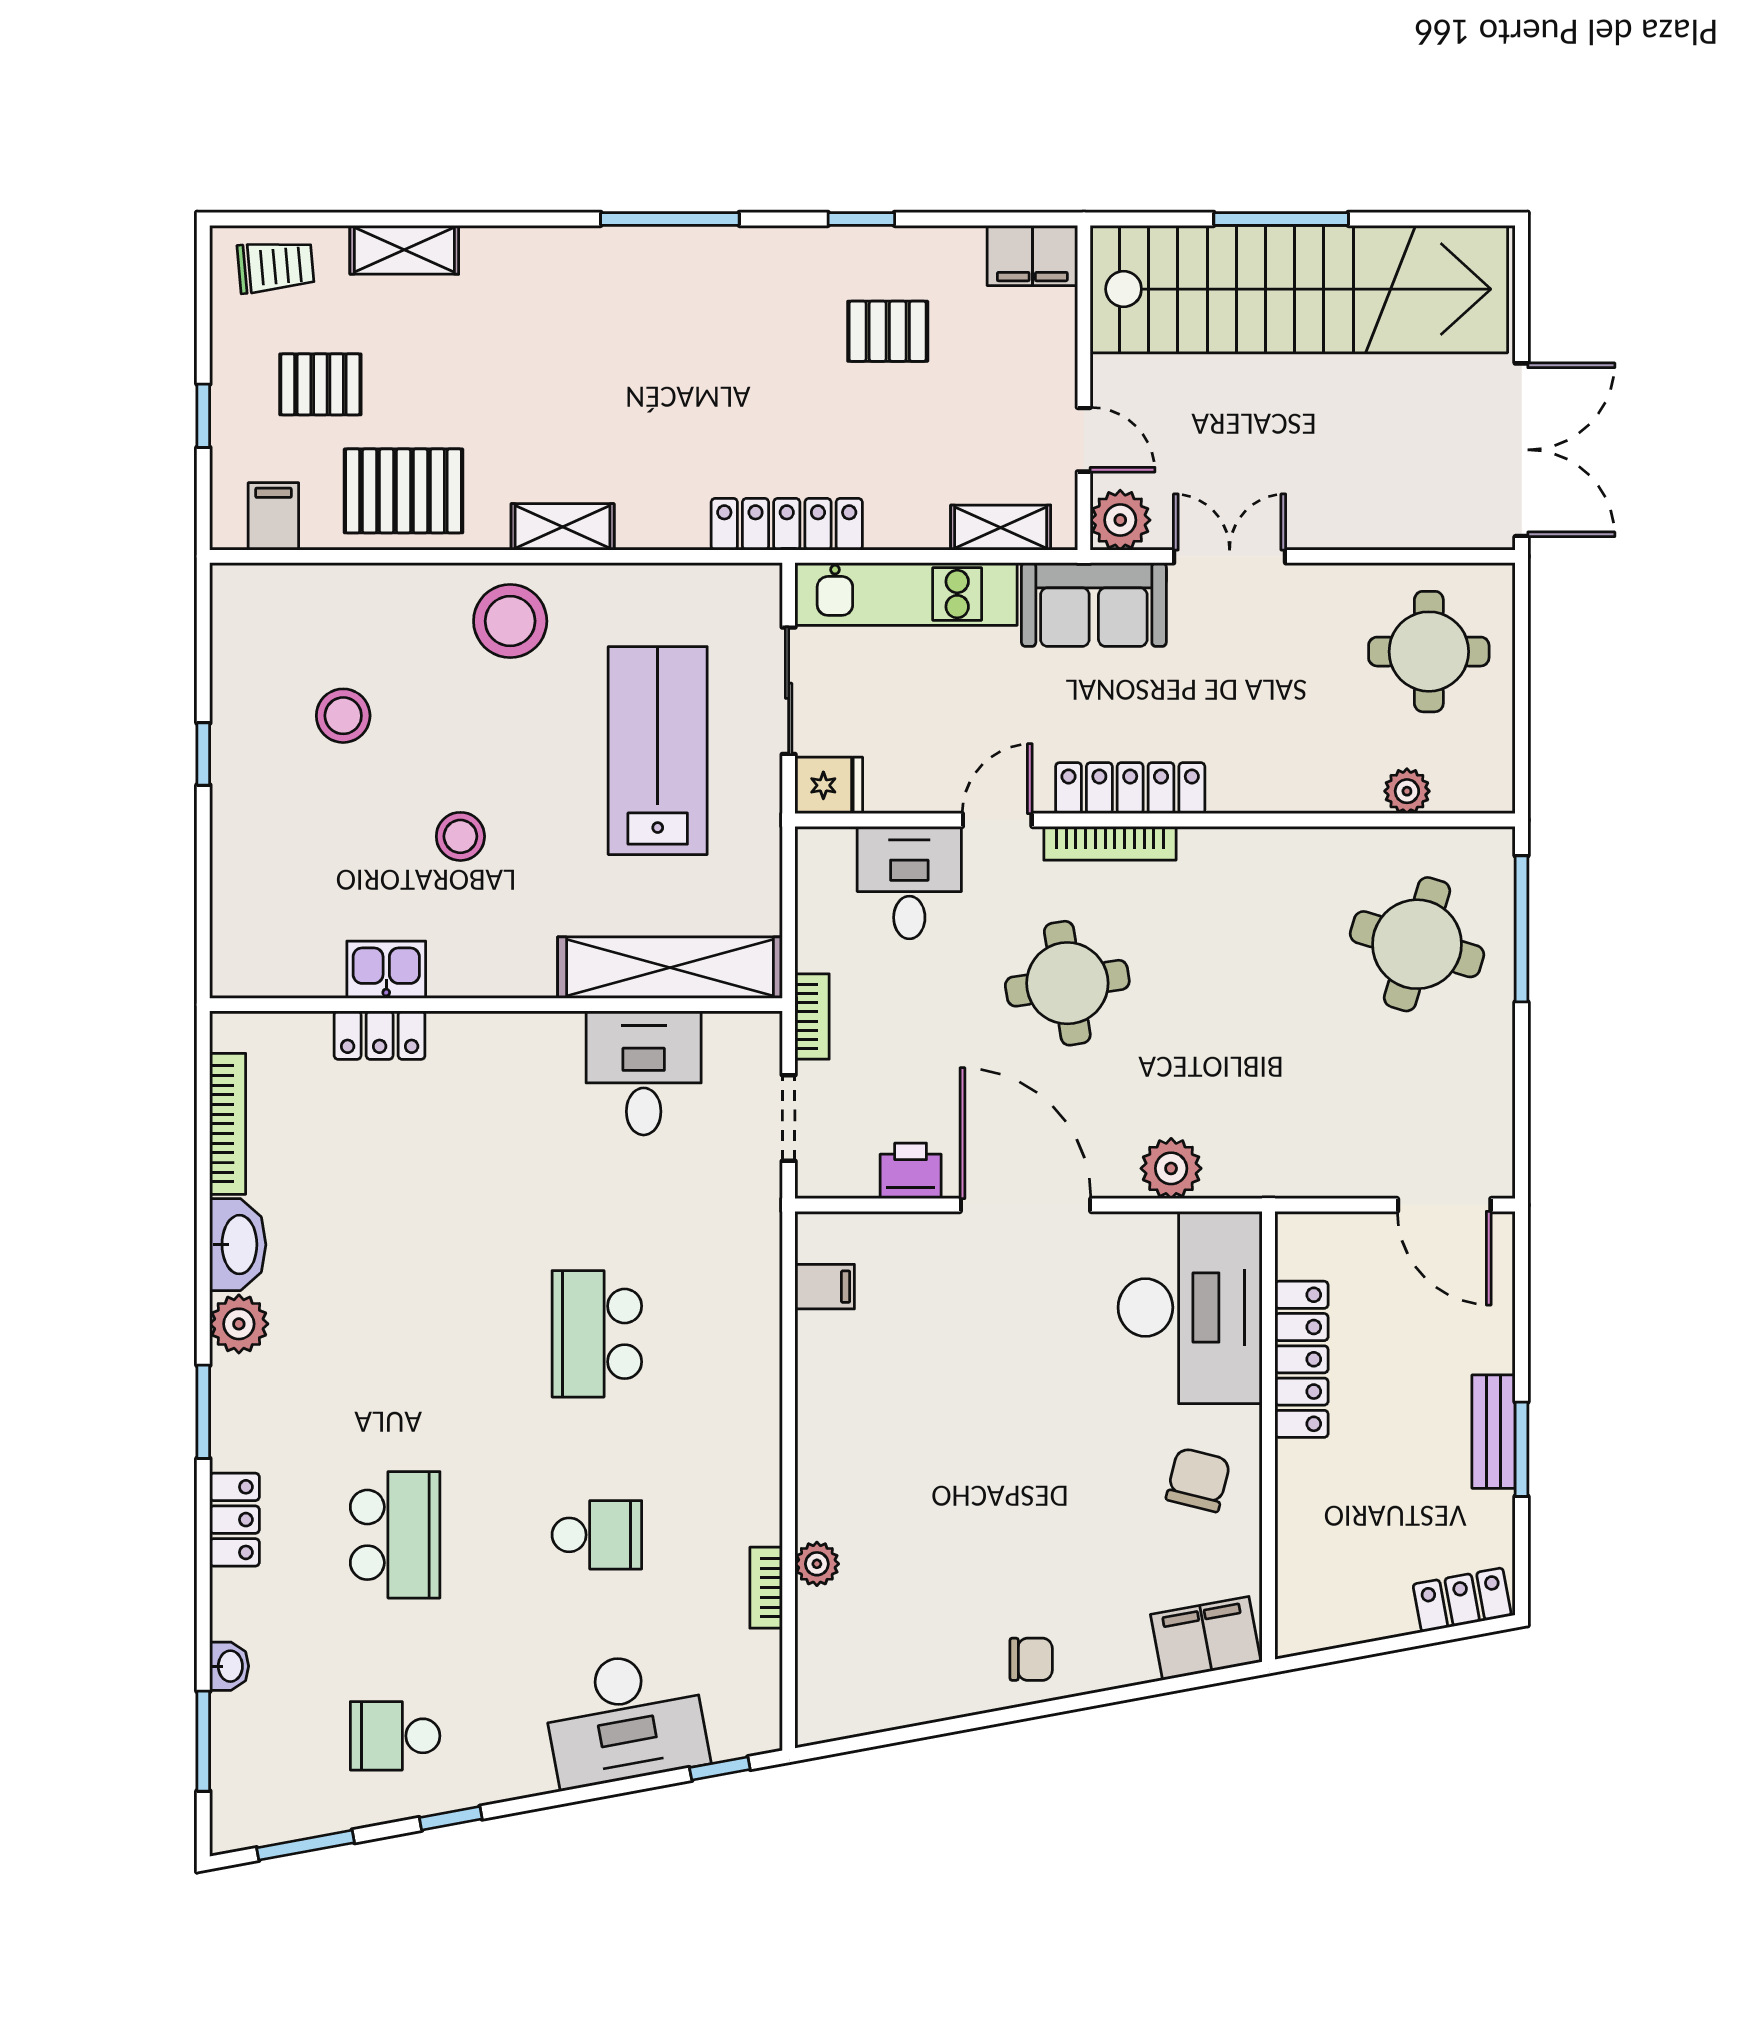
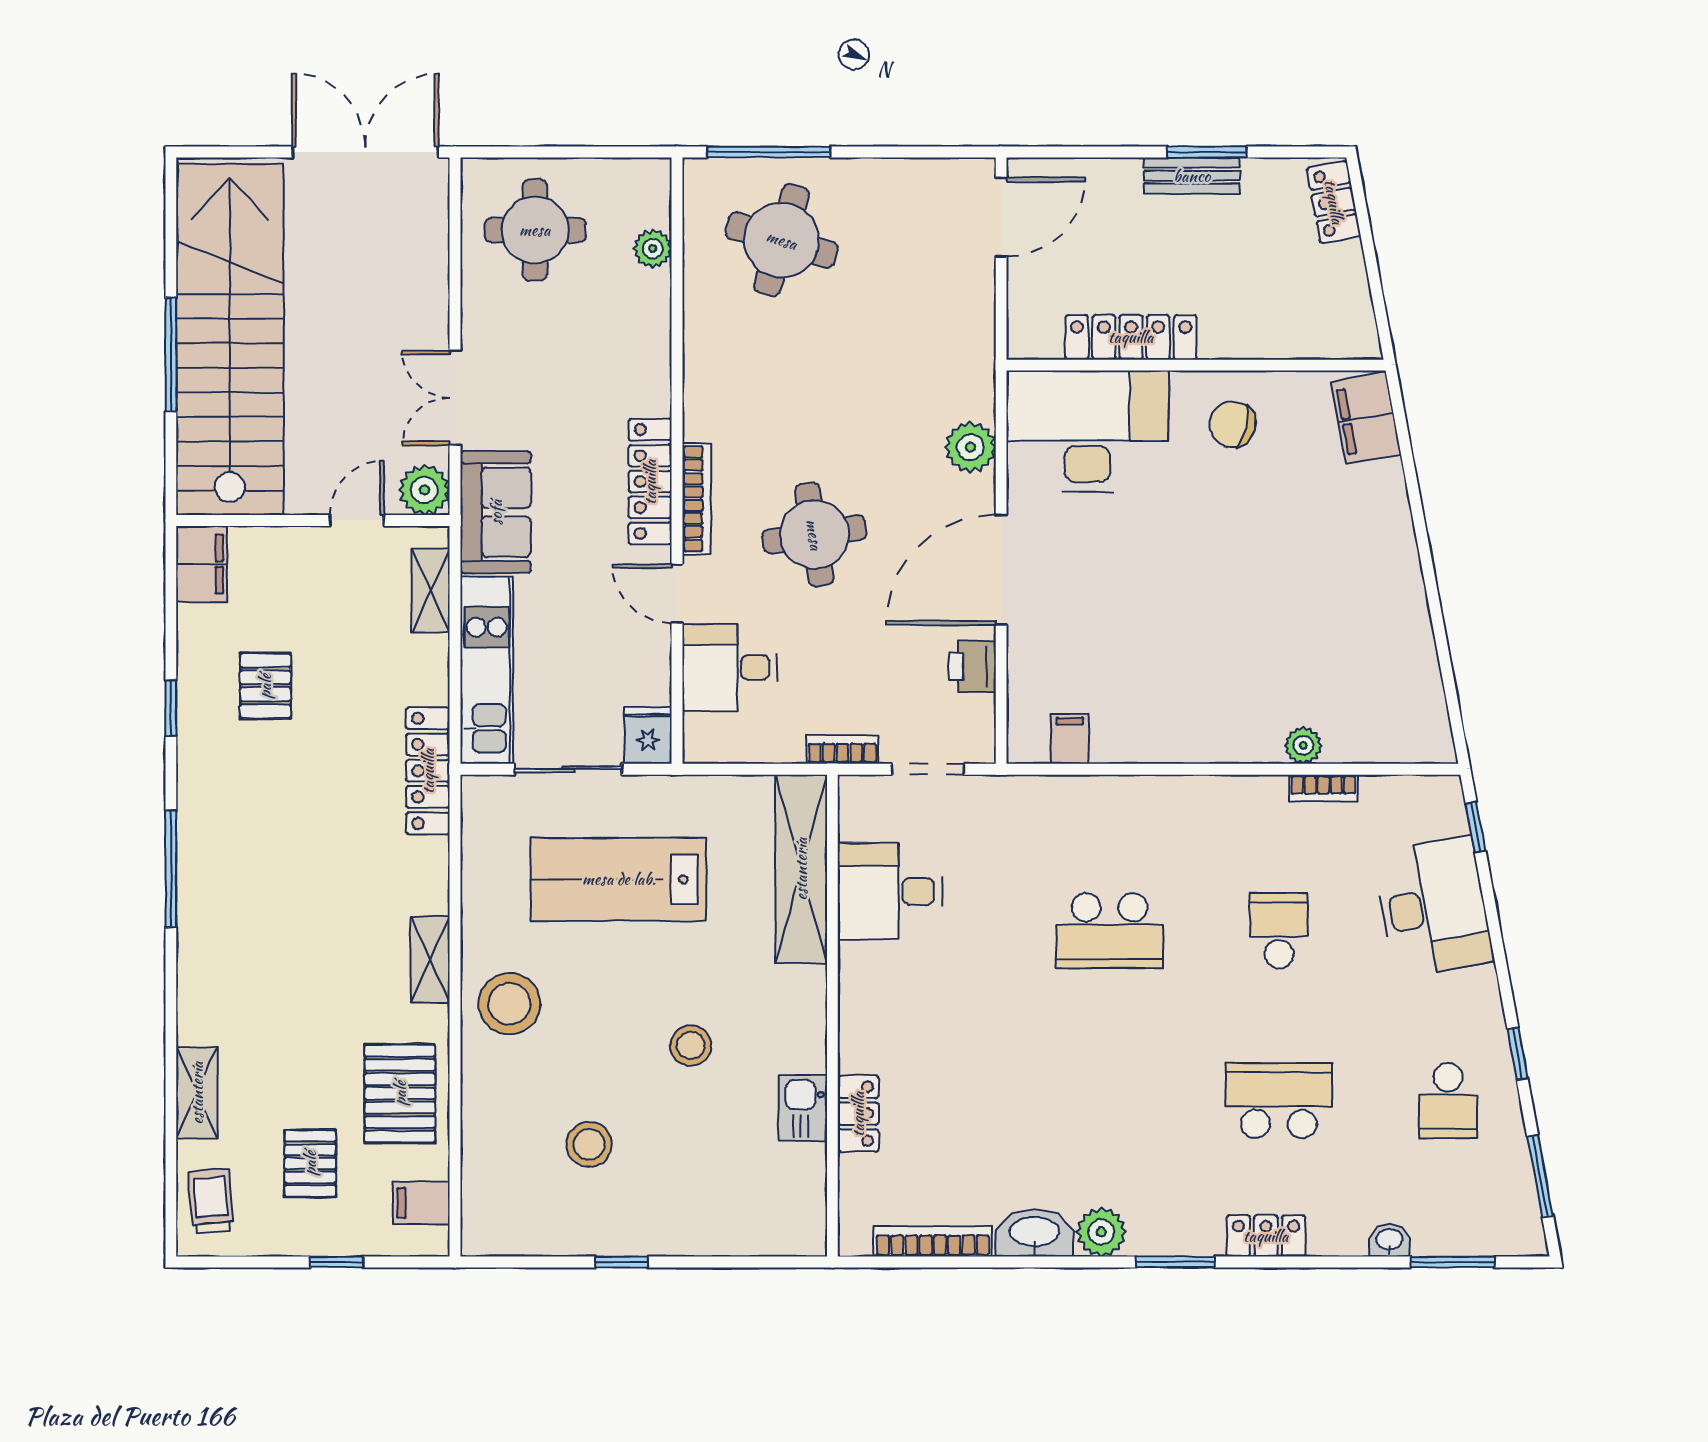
chair: (1031, 1659) -> (1384, 565), removed

